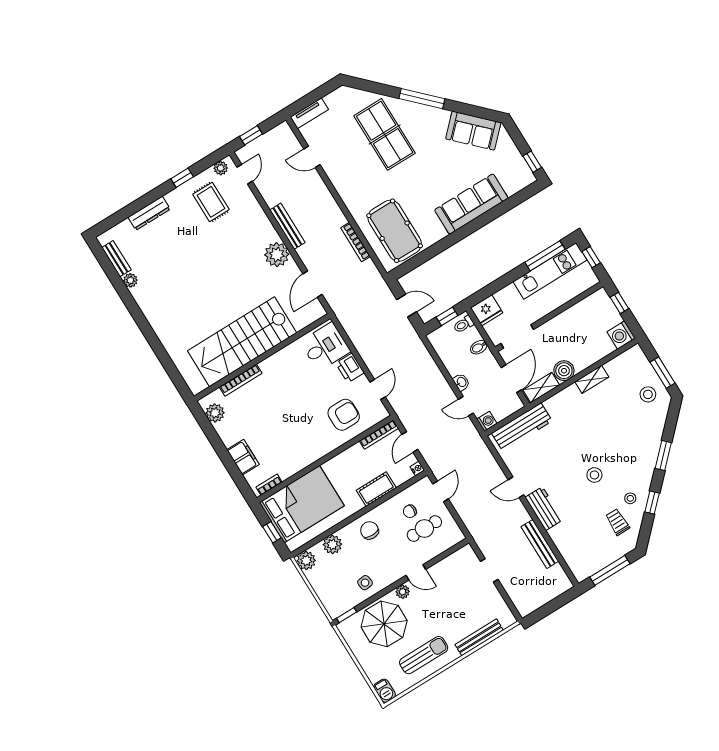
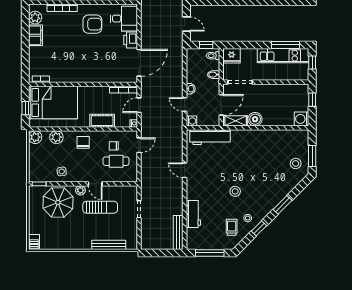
shelving: (592, 379) -> (268, 134), removed
door: (378, 390) -> (139, 63), width x1.87
armchair: (344, 415) -> (92, 24), moved
filing cabinet: (243, 457) -> (36, 35), moved
workbench: (544, 509) -> (193, 214), moved
bench: (540, 544) -> (178, 232), moved
sun lounger: (424, 655) -> (100, 207), moved

